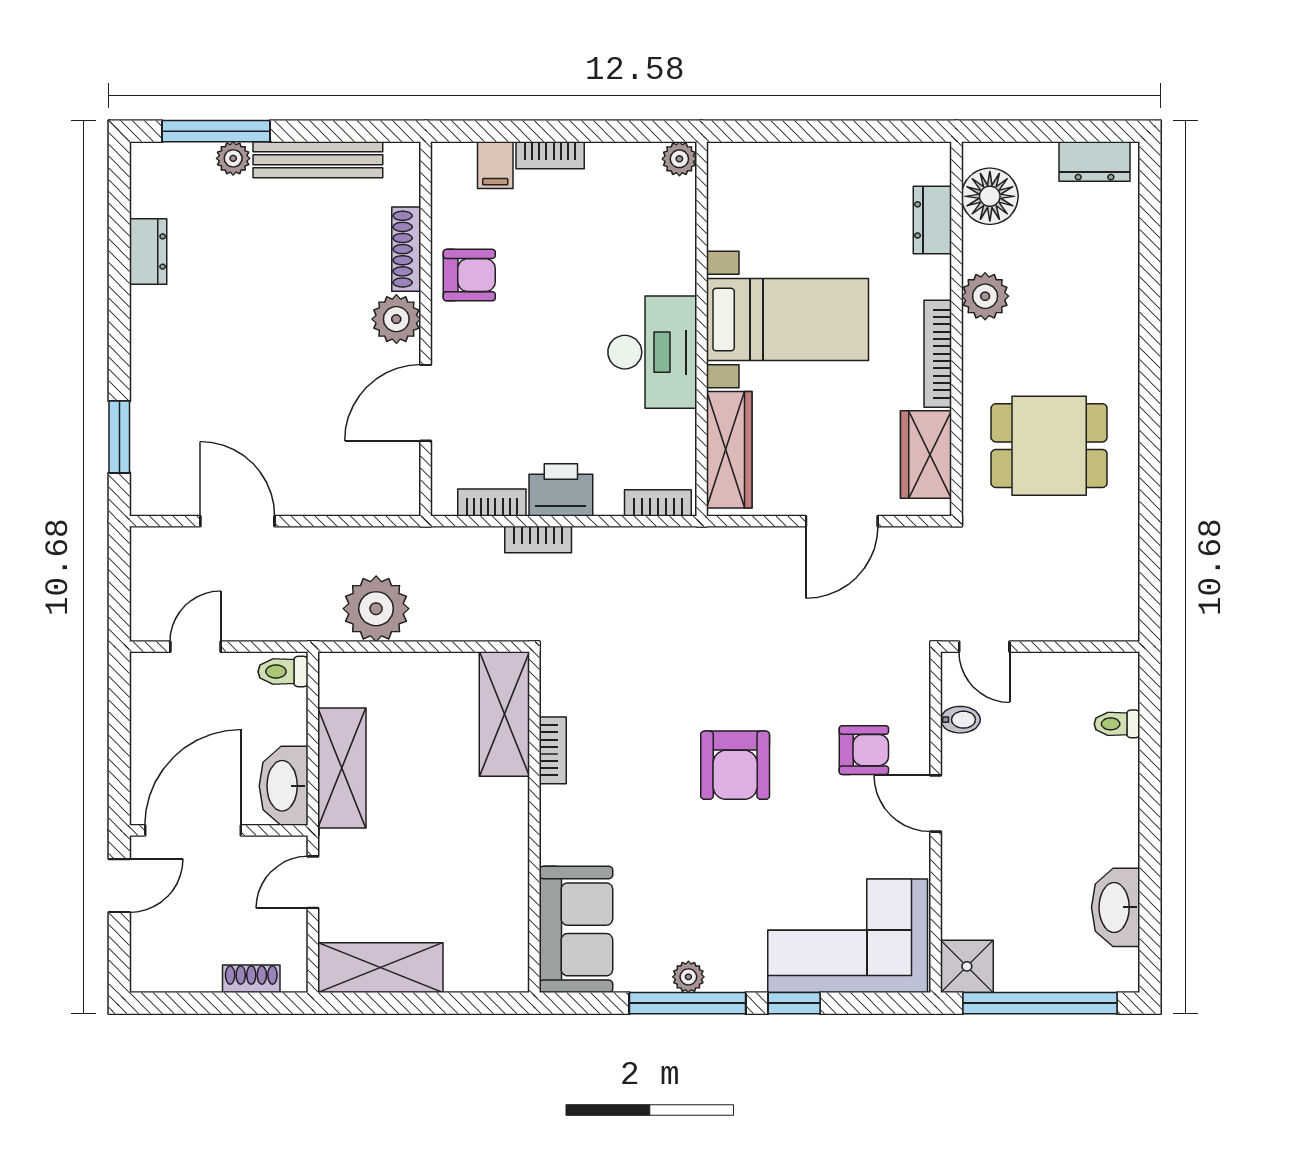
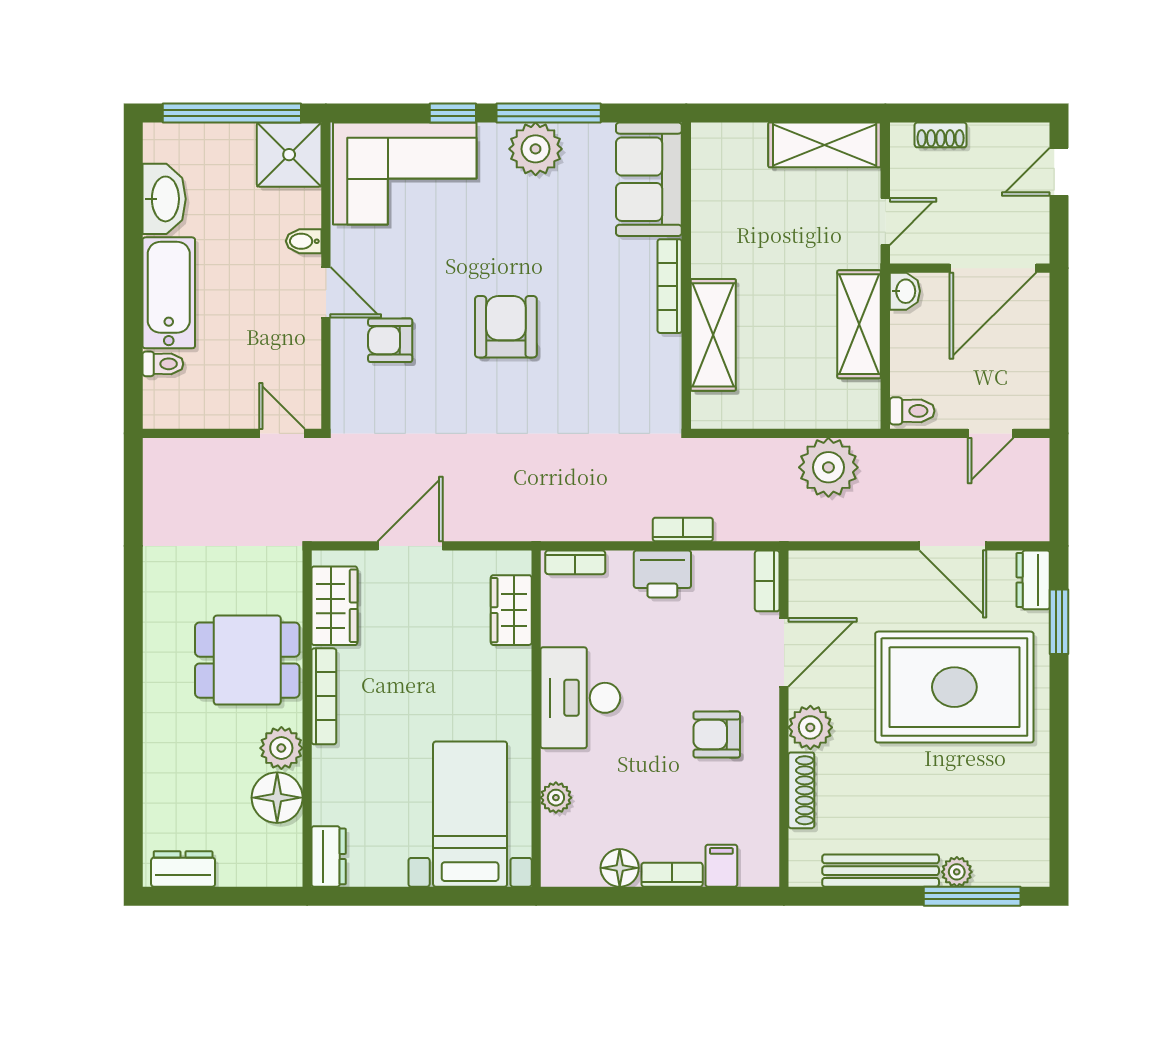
plant: (679, 159) -> (556, 798), moved
floor lamp: (608, 163) -> (620, 868), added
floor lamp: (990, 196) -> (277, 798), moved
dresser: (932, 220) -> (329, 856), moved
dresser: (148, 252) -> (1033, 580), moved
armchair: (469, 275) -> (717, 734), moved
bed with nightstands: (787, 320) -> (470, 814), moved, turned 90
rug: (236, 364) -> (954, 687), added
dining table: (1049, 446) -> (247, 660), moved
wardrobe: (729, 450) -> (511, 610), width x0.67
bookcase: (492, 503) -> (767, 581), moved, turned 90
shelving: (504, 714) -> (713, 335), moved
bidet: (960, 720) -> (304, 241), moved
bookcase: (553, 750) -> (670, 286), moved, width x1.56
washbasin: (284, 786) -> (905, 291), width x0.52, depth x0.69
bathtub: (1110, 803) -> (169, 293), added
door: (119, 886) -> (1059, 172), moved
shower: (967, 966) -> (289, 155), width x1.36, depth x1.36
plant: (688, 977) -> (536, 149), width x1.88, depth x1.88

